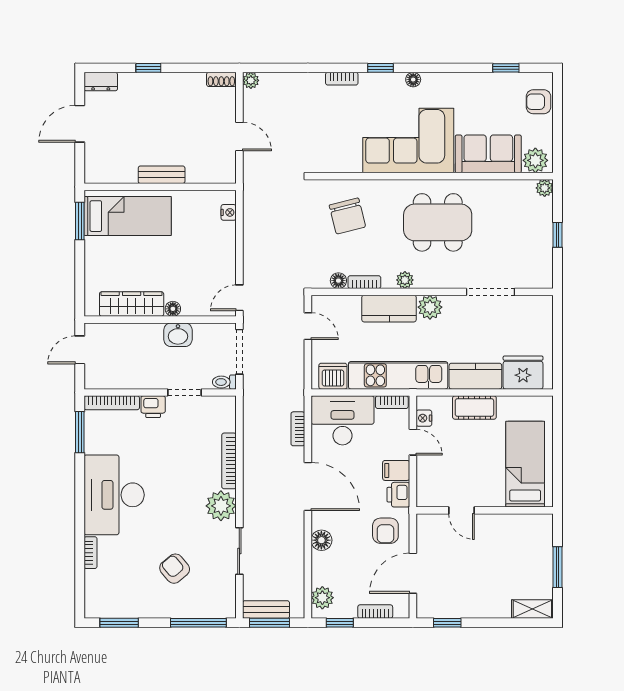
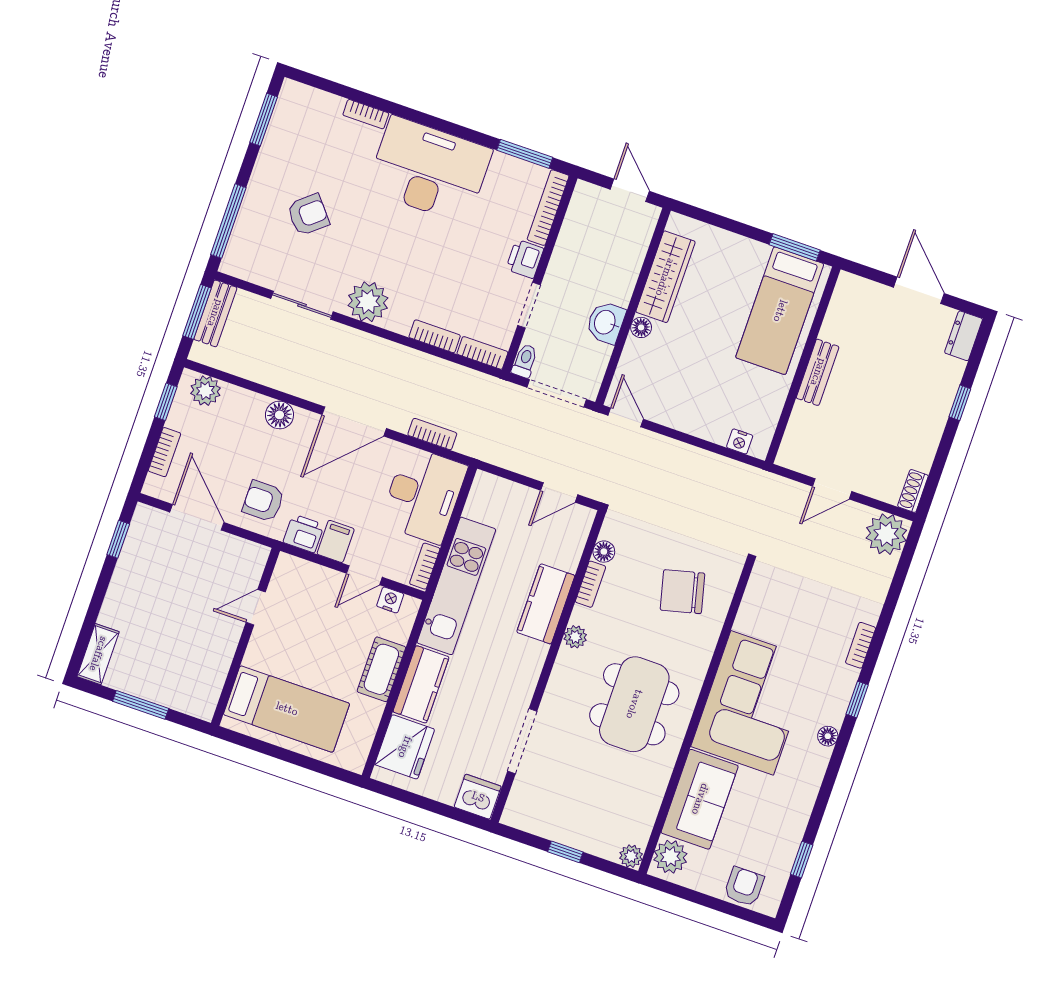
plant: (251, 80) -> (886, 534), width x1.87, depth x1.87
plant: (430, 307) -> (529, 657), removed
dishwasher: (333, 376) -> (478, 797), moved, turned -90
bookcase: (229, 413) -> (482, 353), added
bookcase: (229, 461) -> (435, 336), width x0.64

